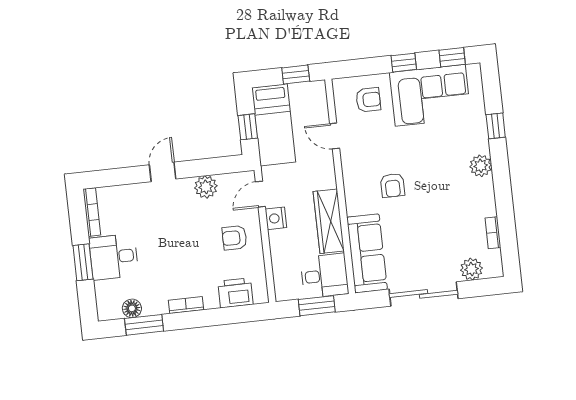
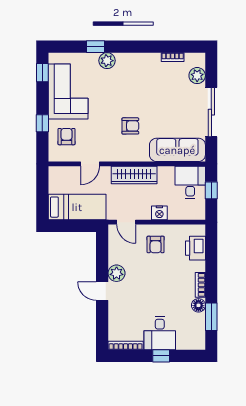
window: (404, 63) -> (42, 123), moved
window: (296, 74) -> (42, 187), removed
window: (248, 127) -> (76, 226), removed
plant: (481, 166) -> (107, 61), moved
plant: (206, 187) -> (117, 273), moved
nightstand: (276, 218) -> (159, 213), moved
wardrobe: (329, 221) -> (134, 175), moved
window: (83, 262) -> (161, 356), width x0.67
window: (317, 306) -> (211, 190), width x0.67
floor lamp: (132, 308) -> (198, 305), moved

